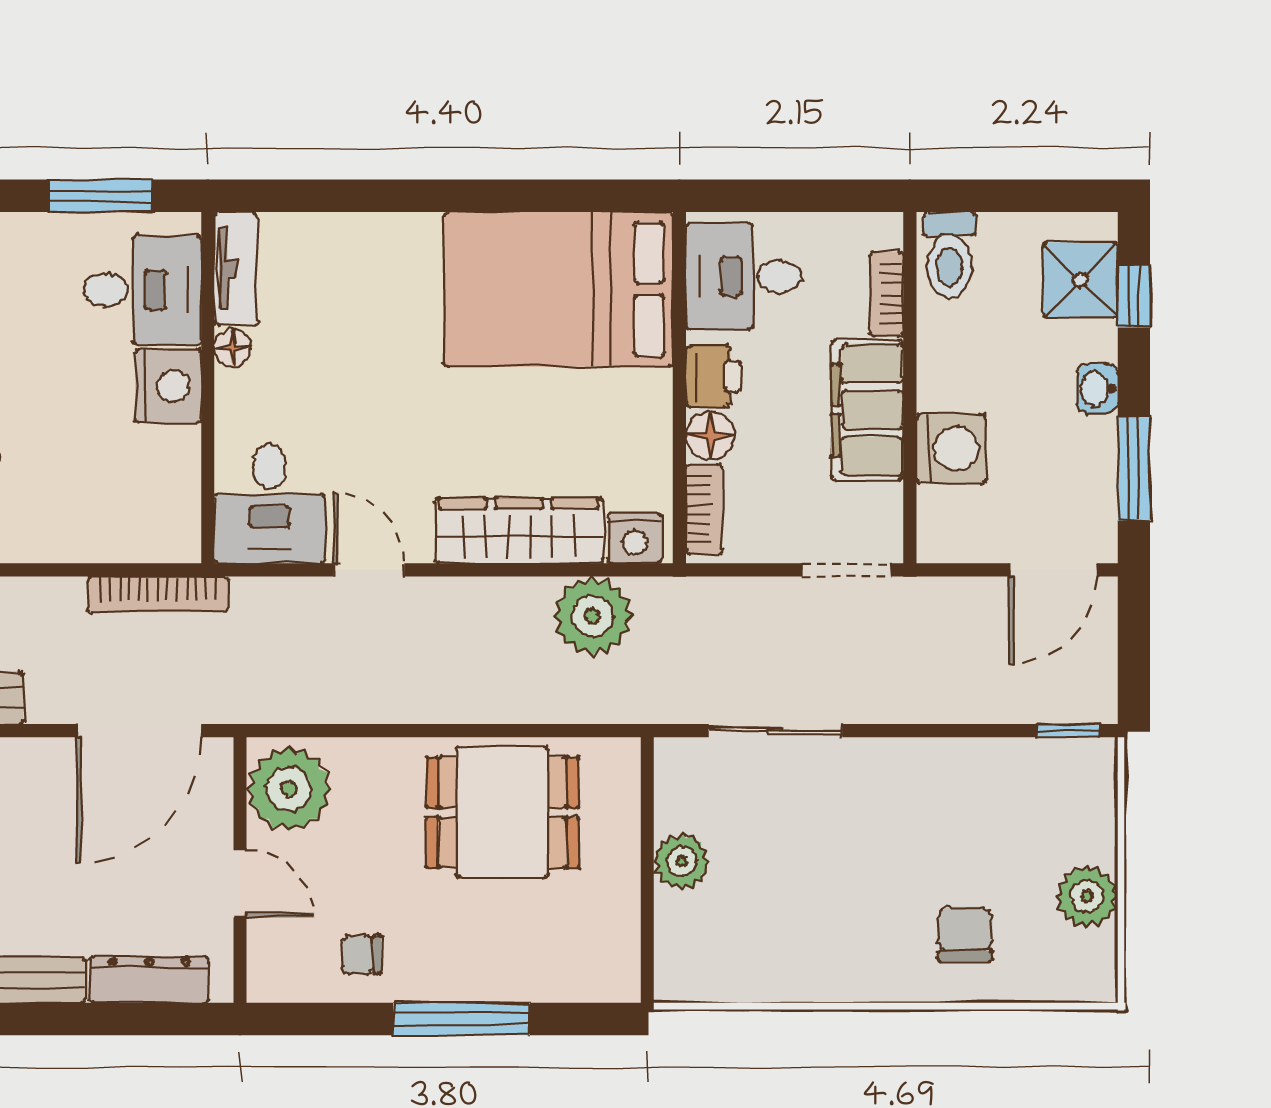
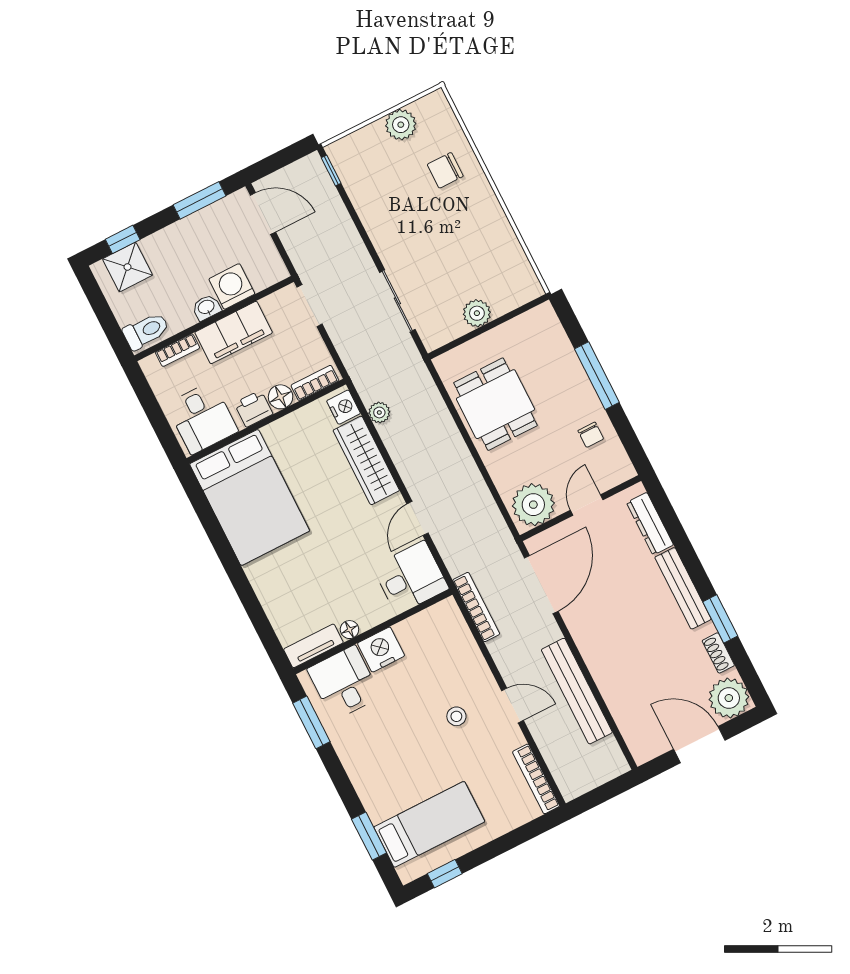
washbasin: (1097, 389) -> (206, 307), moved, turned 180
plant: (593, 616) -> (379, 412), width x0.53, depth x0.53
door: (139, 731) -> (541, 585), hinge flipped

